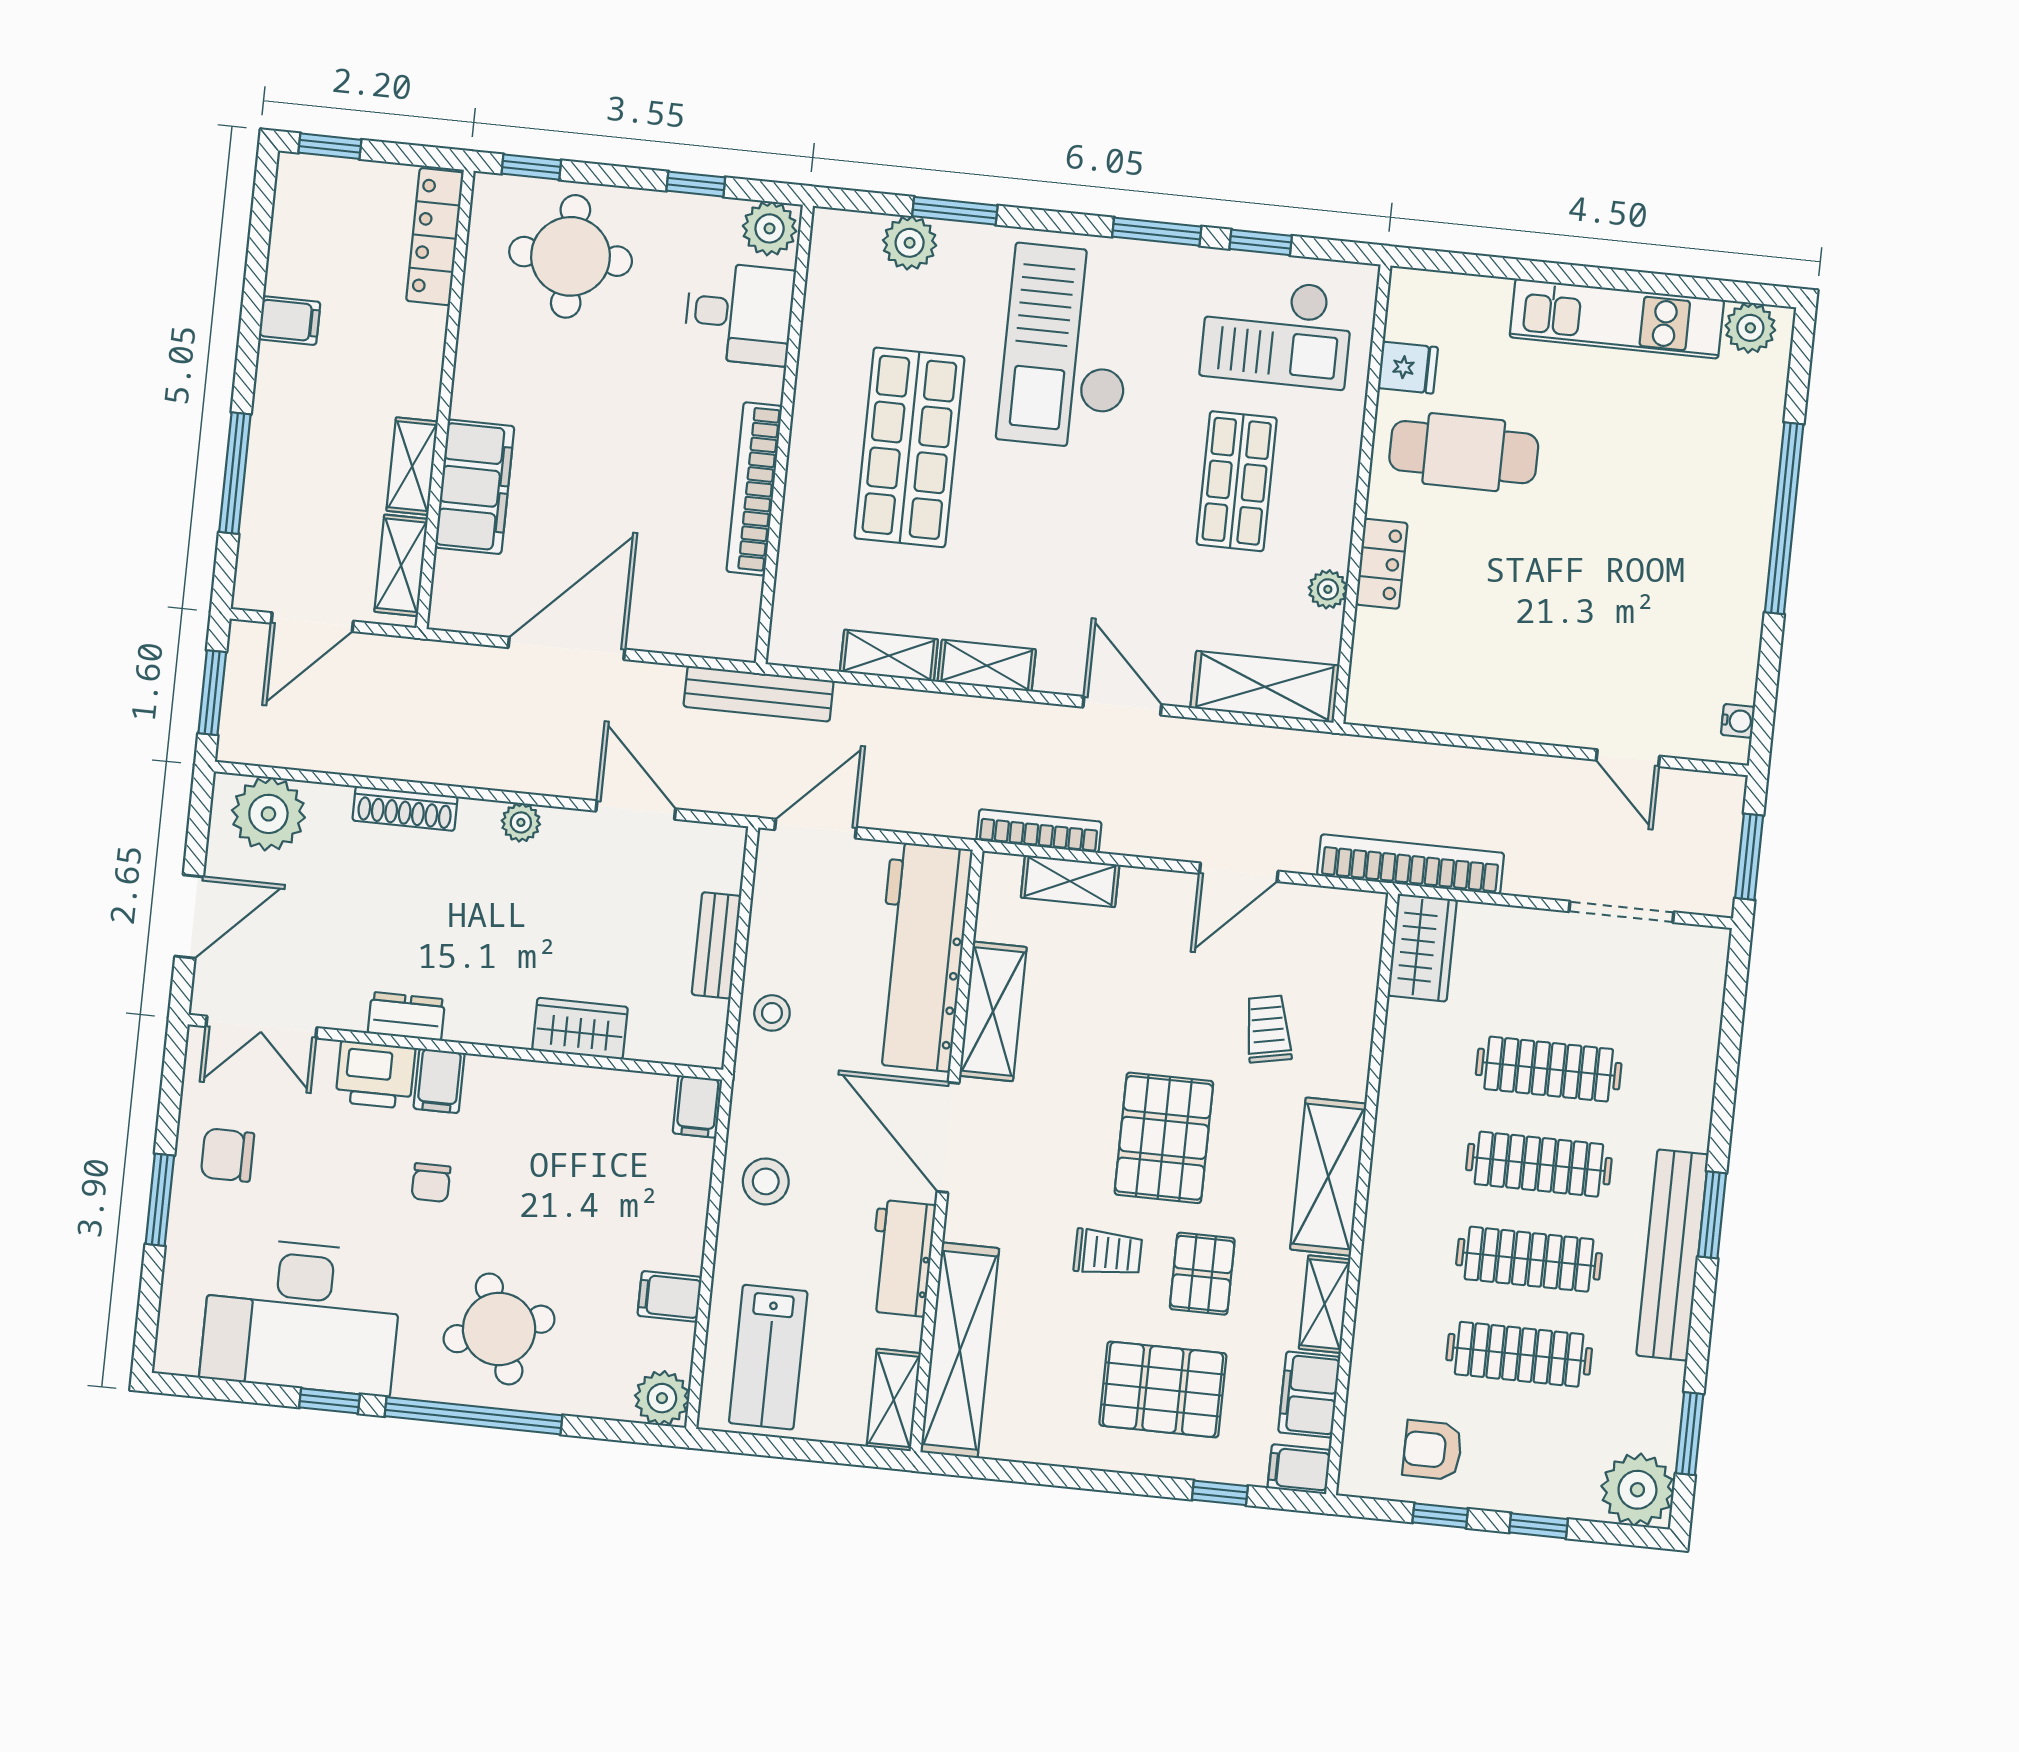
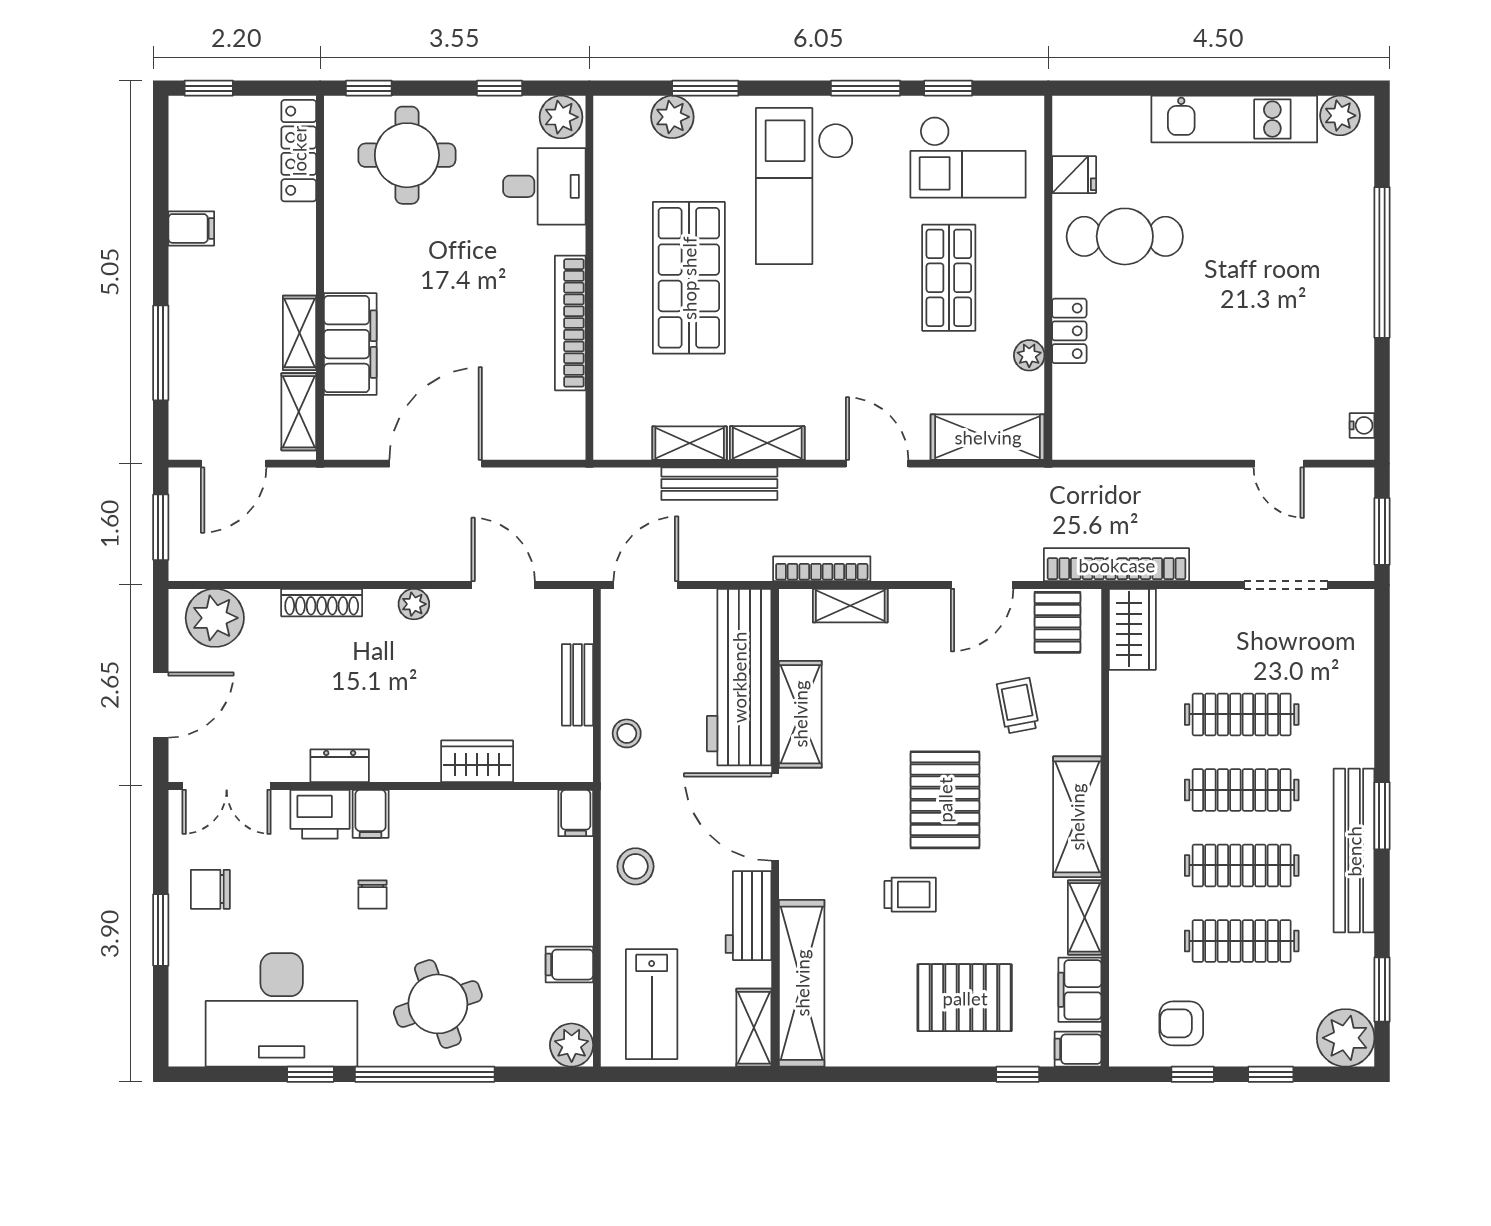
bench: (759, 694) -> (719, 484), moved
pallet: (1202, 1274) -> (1057, 622), moved

